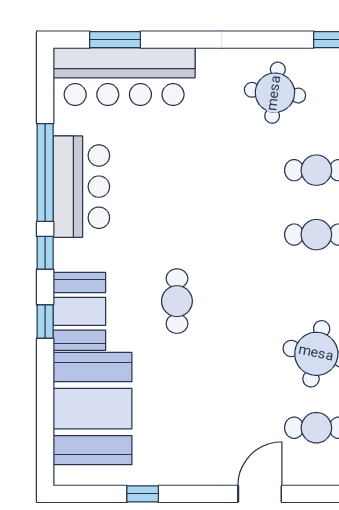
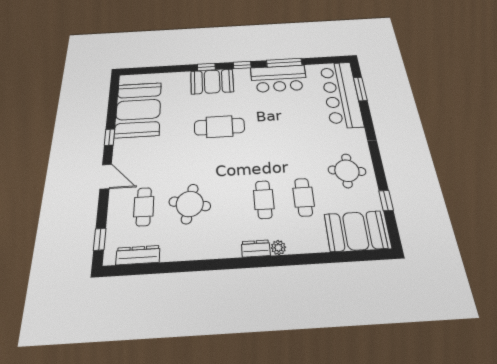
window: (45, 173) -> (284, 63), width x0.68
cafe table: (177, 301) -> (219, 127), width x1.37, depth x1.35
booth: (93, 409) -> (138, 110), moved, turned 90
window: (143, 494) -> (110, 137), moved

